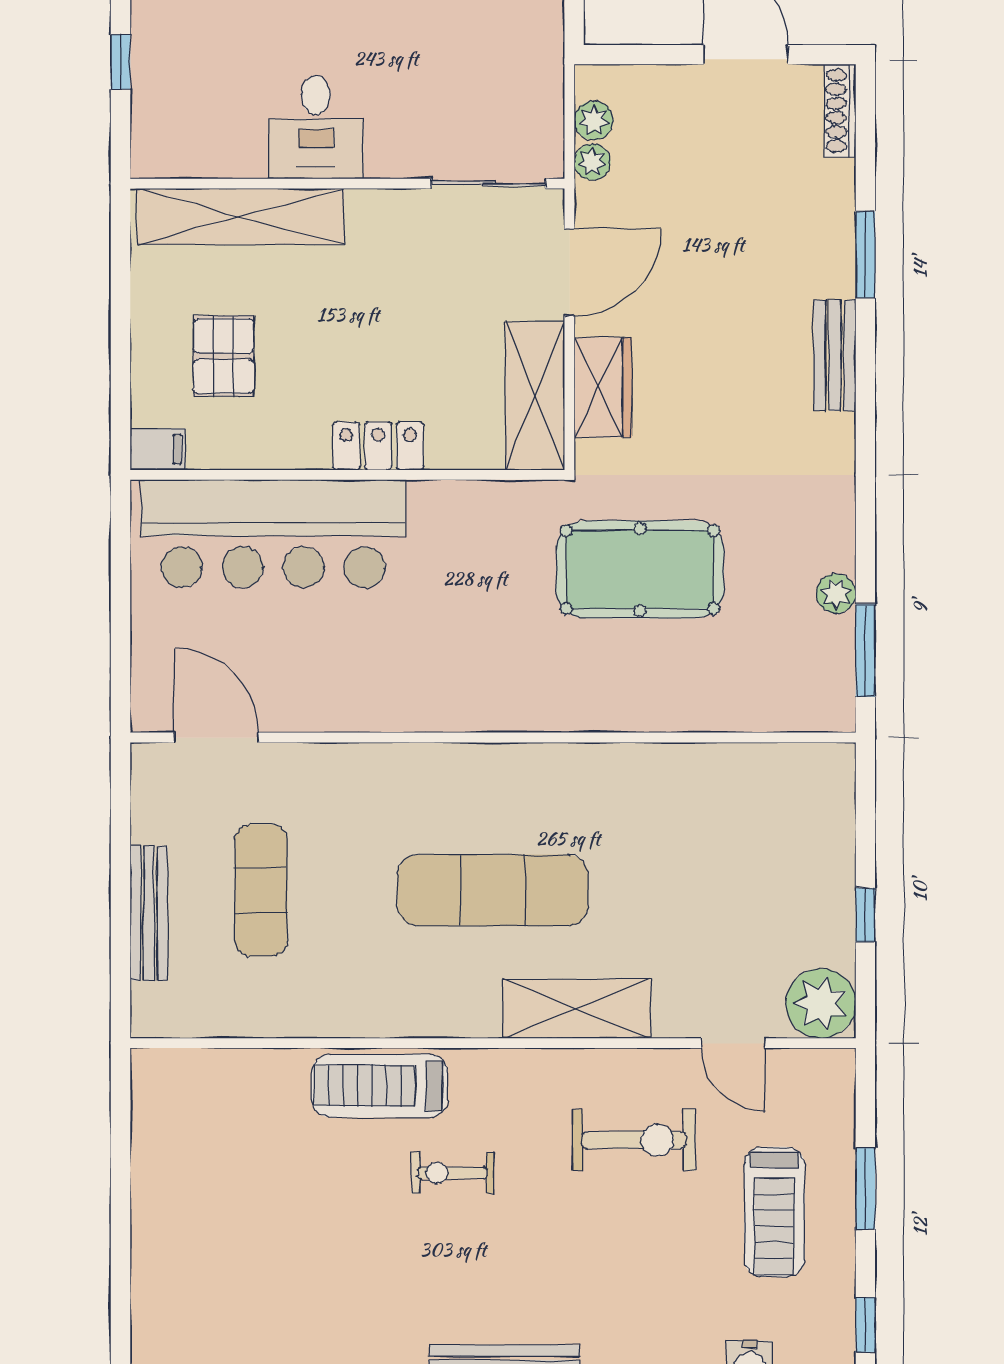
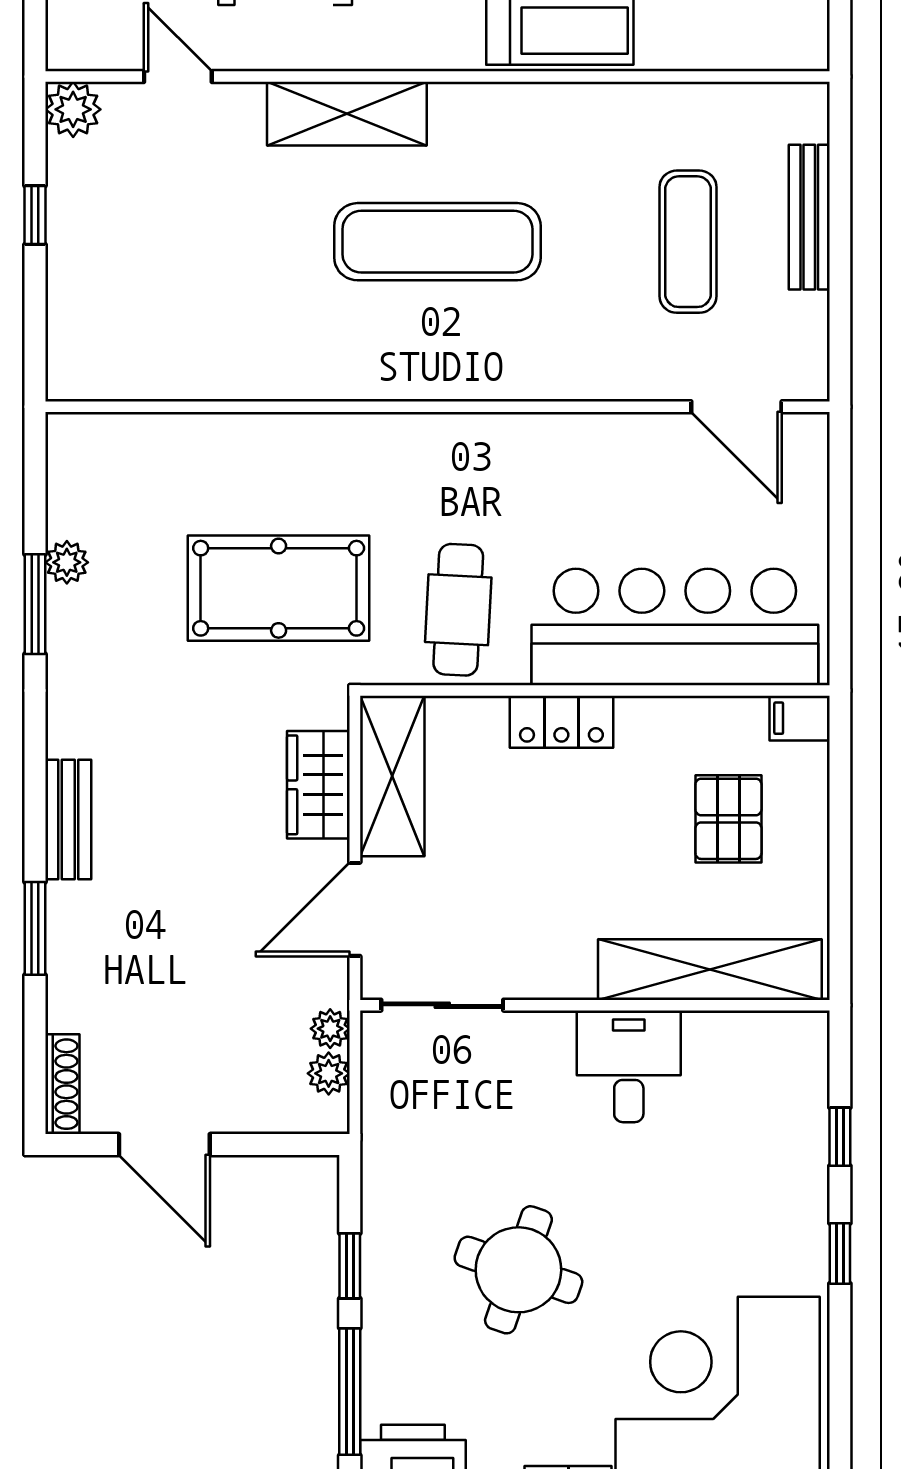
cafe table: (474, 550) -> (458, 610), added
window: (865, 650) -> (35, 604), moved
plant: (821, 1003) -> (73, 109), width x0.73, depth x0.73

